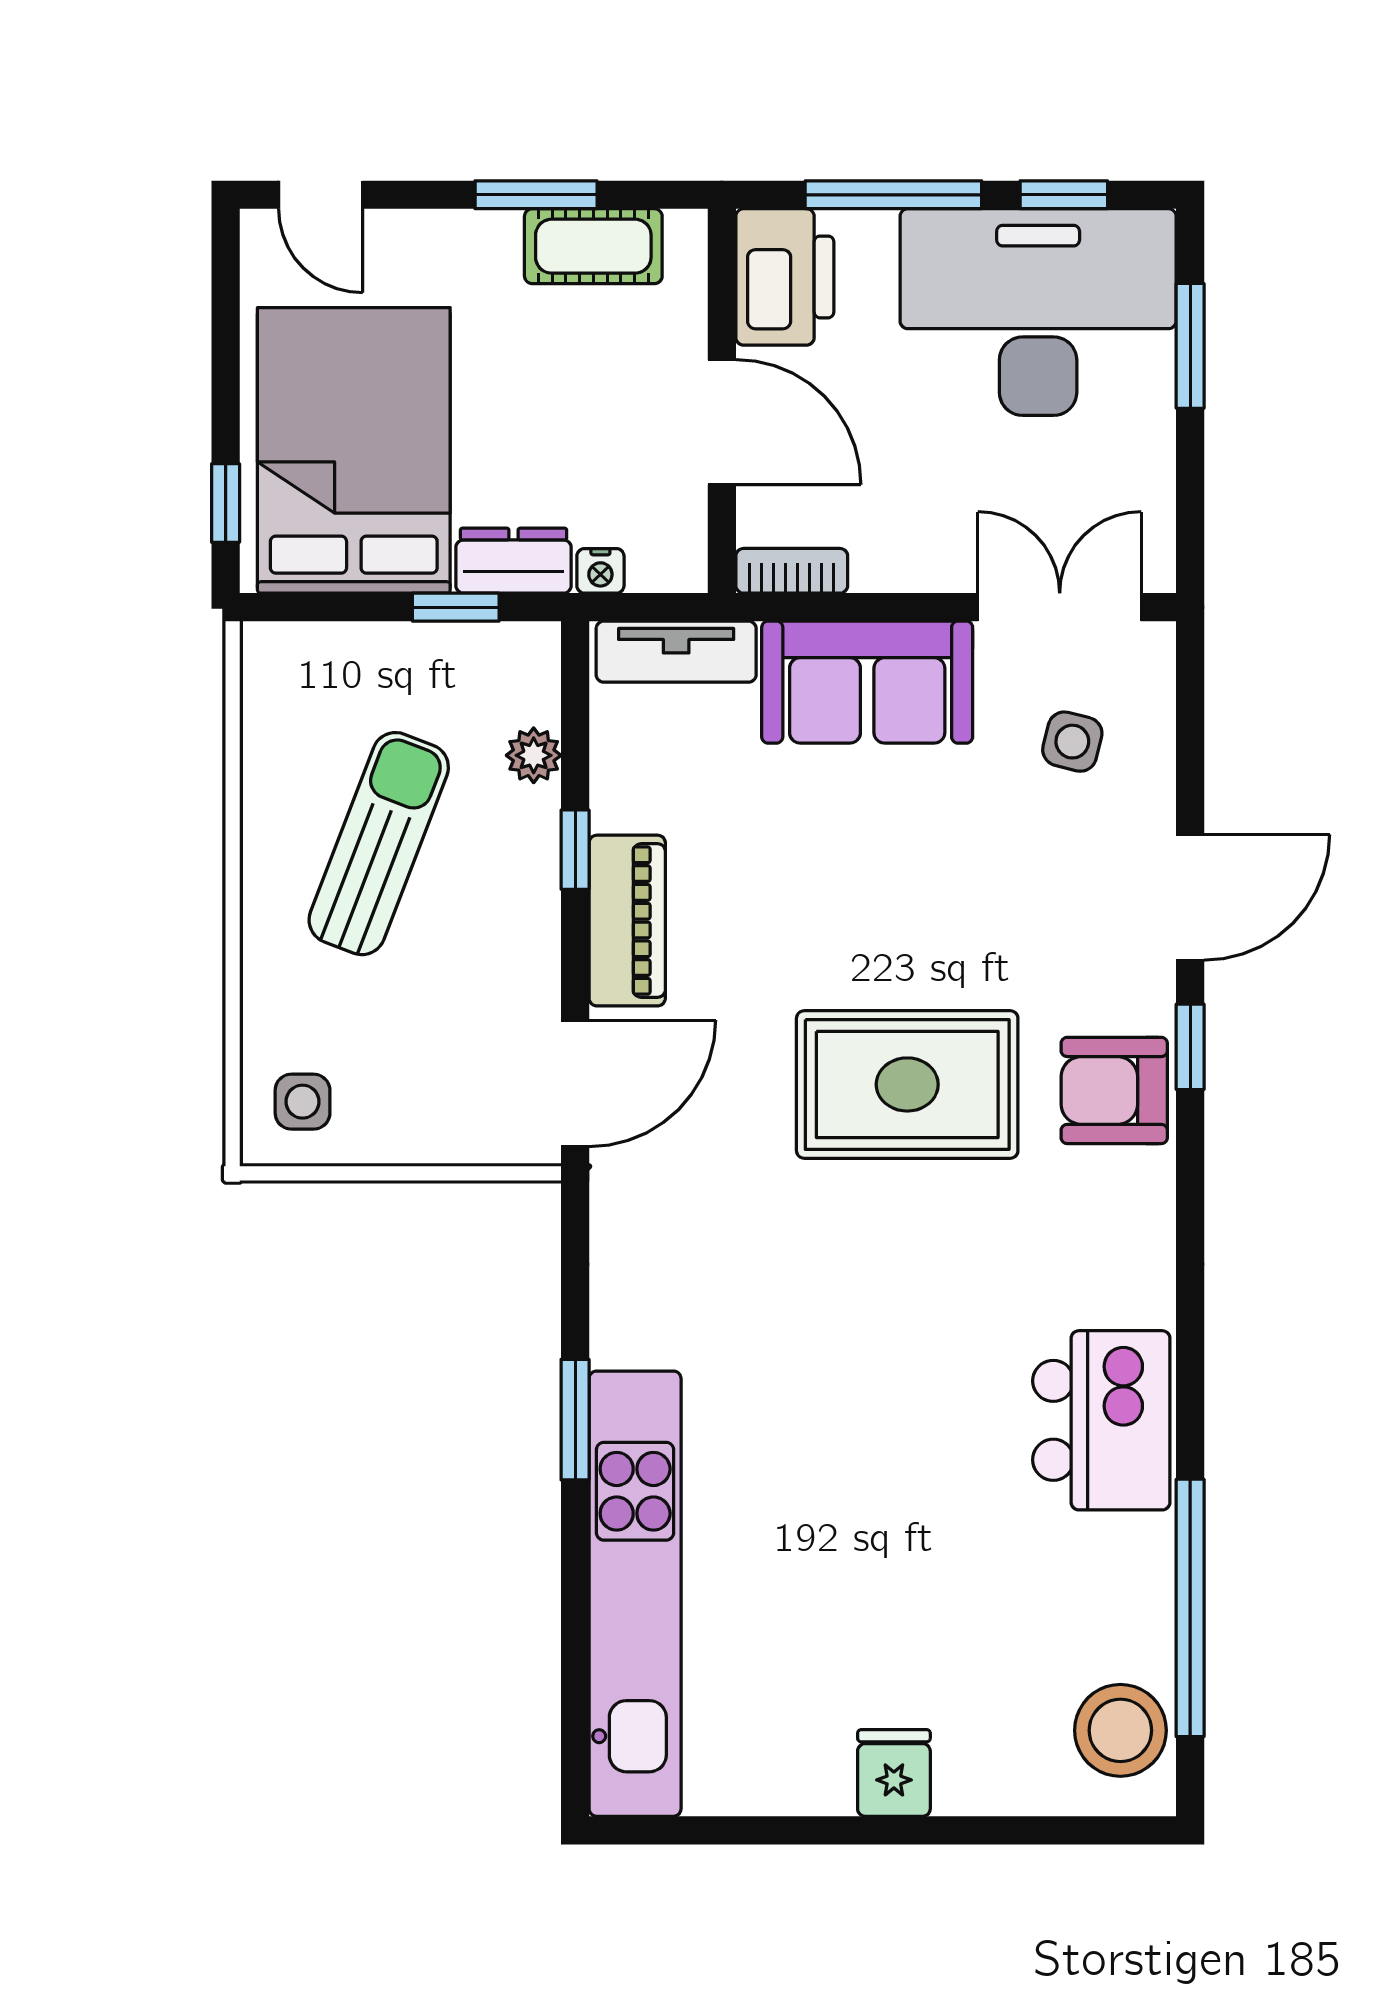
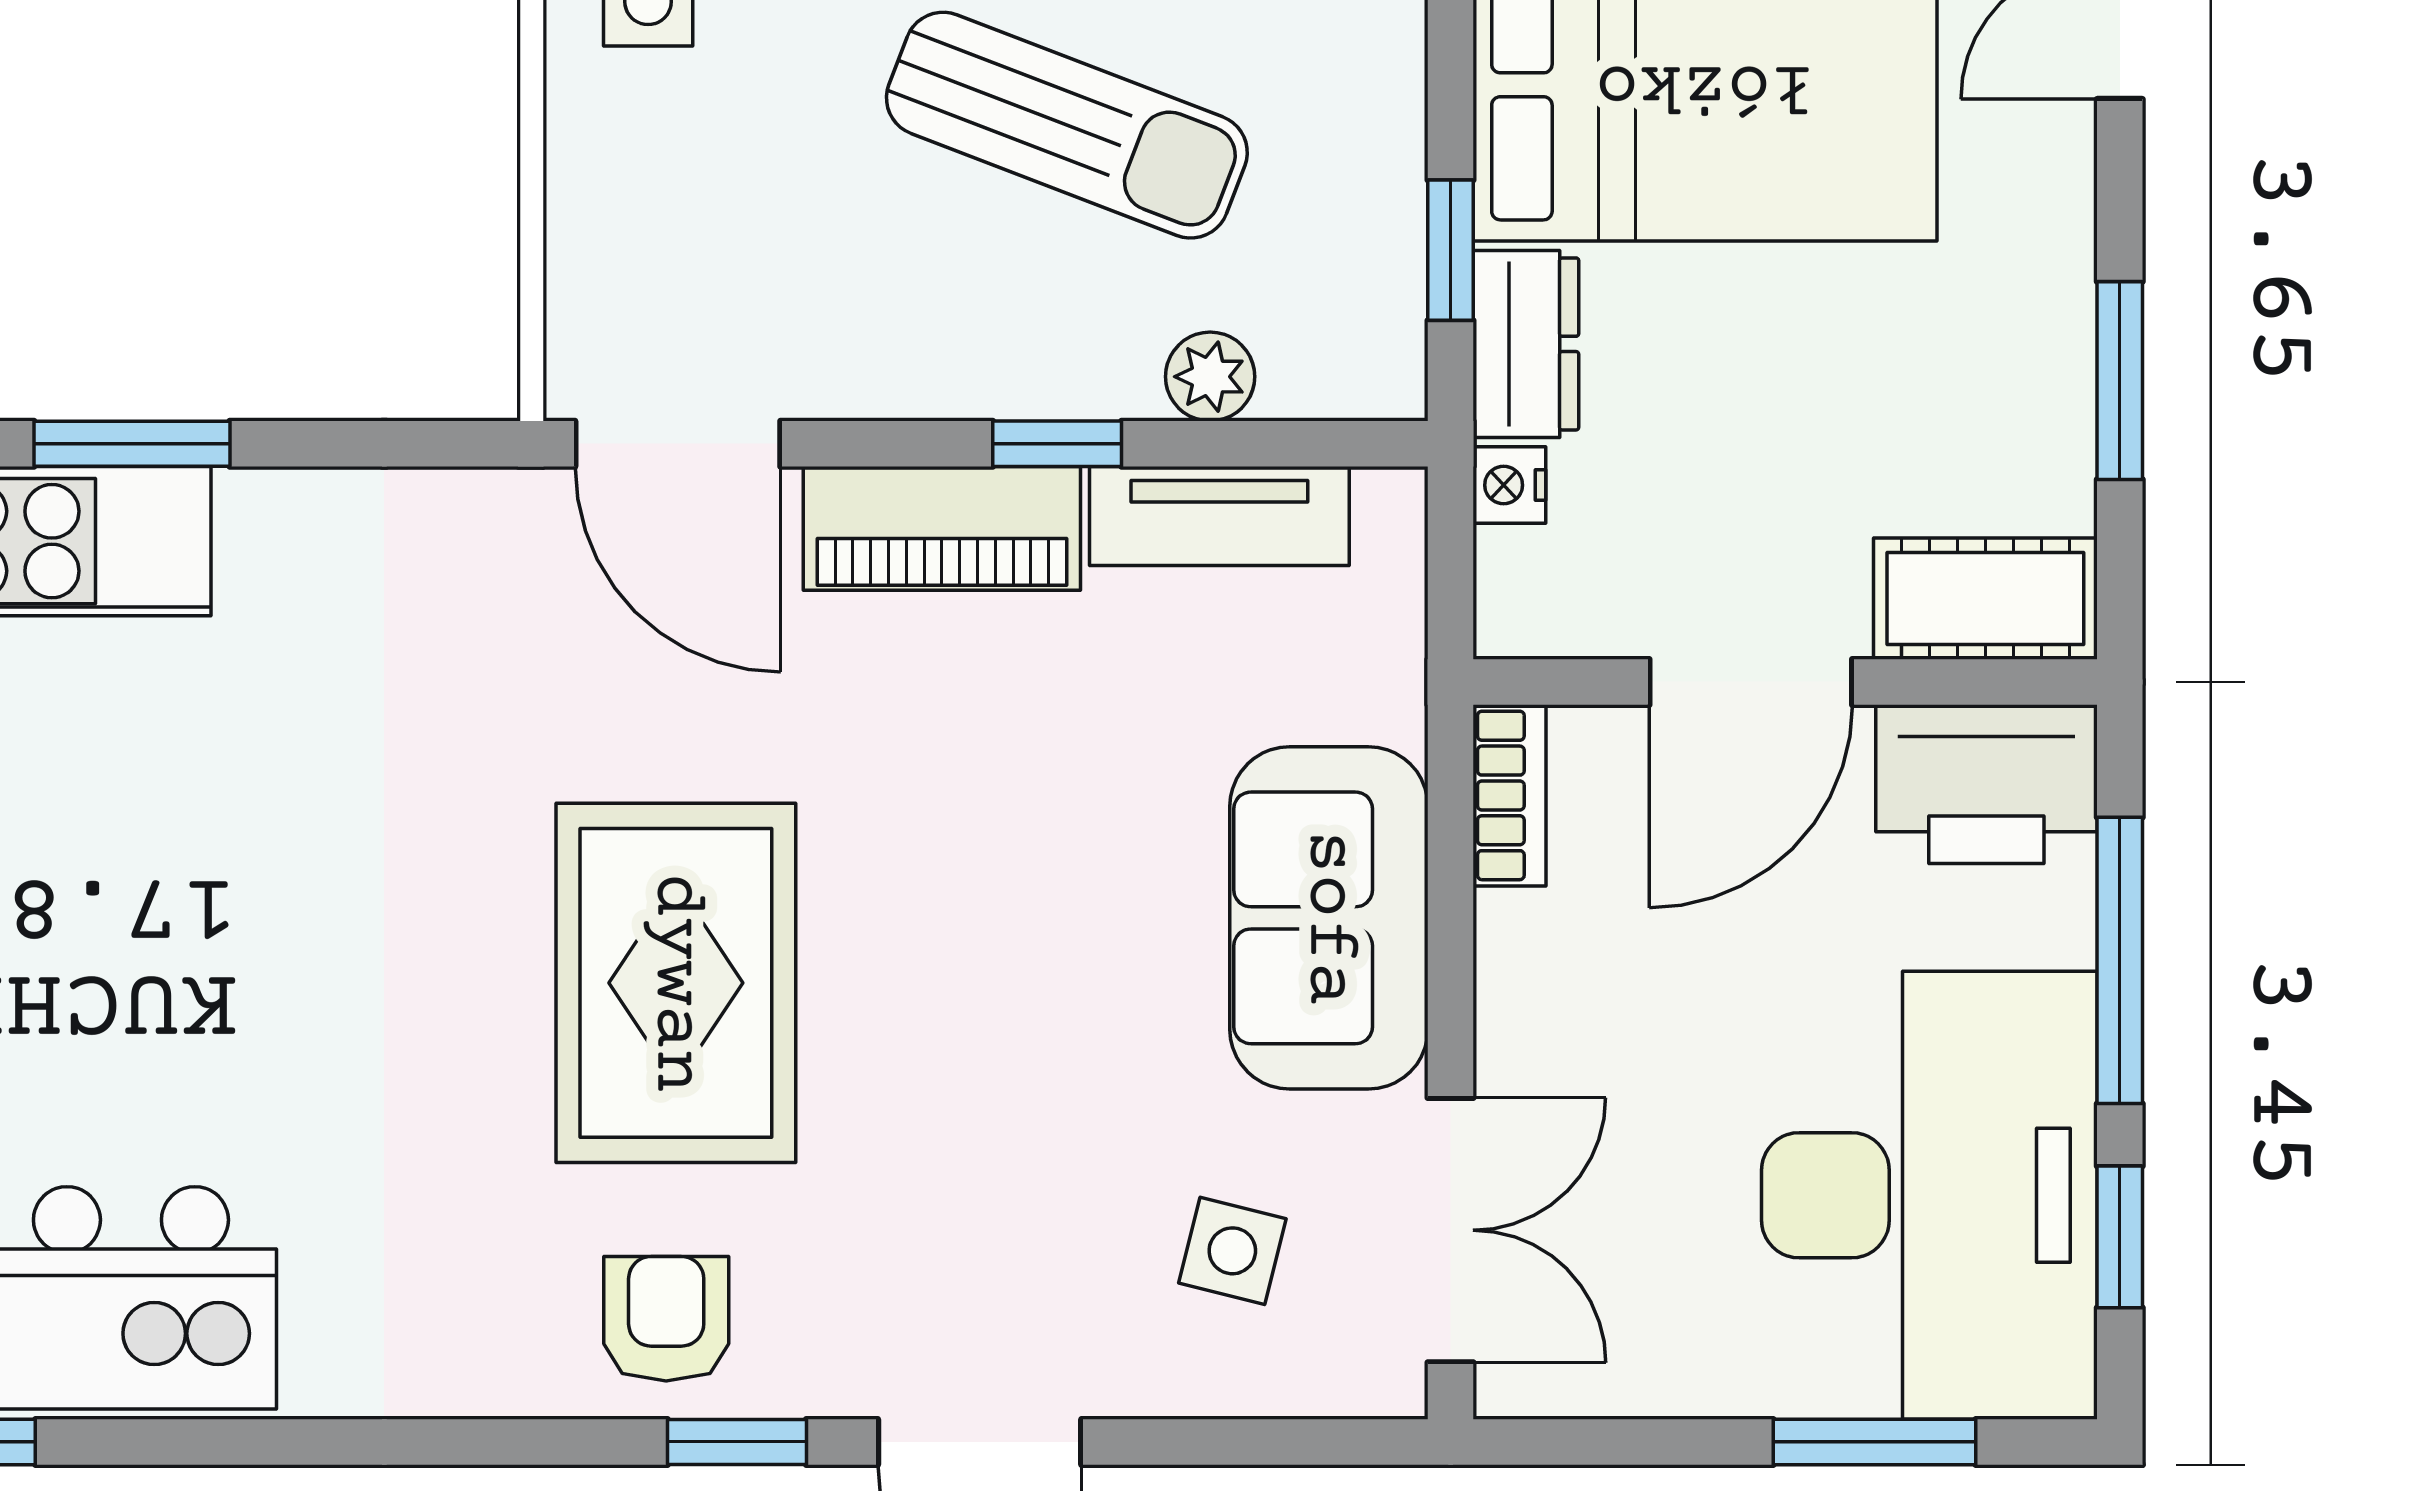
cot: (593, 246) -> (1985, 599), moved, turned 90
tv unit: (676, 652) -> (1219, 516), moved, turned -90
armchair: (1114, 1090) -> (666, 1319), width x0.72, depth x0.72

